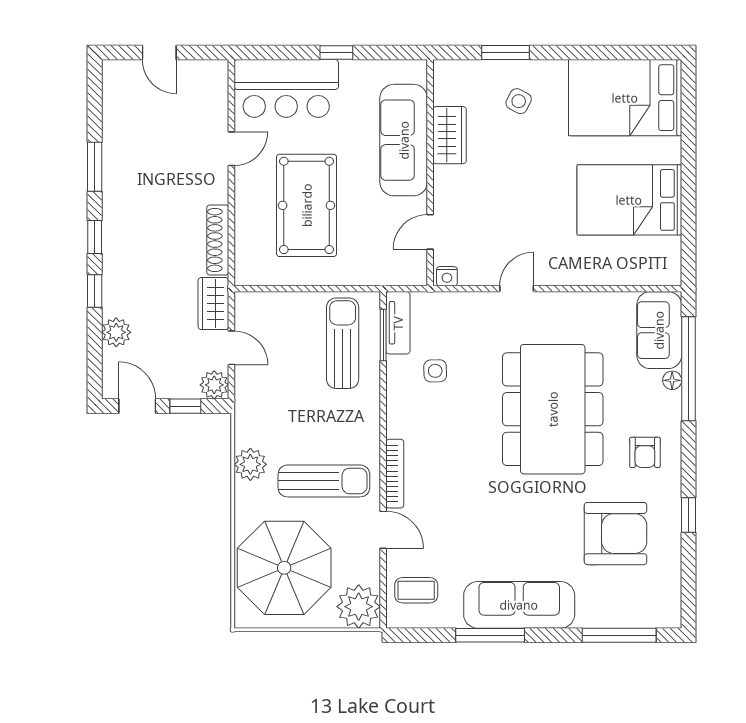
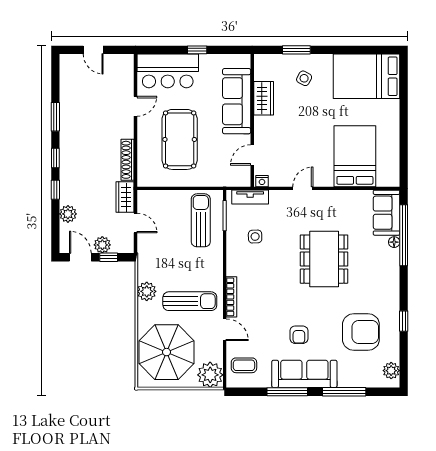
bed: (629, 200) -> (355, 156), moved, turned 90
tv unit: (398, 323) -> (250, 197), moved, turned 90
plant: (214, 385) -> (102, 245), moved
dining table: (553, 409) -> (324, 259), width x0.73, depth x0.80
armchair: (645, 452) -> (299, 335), moved
plant: (667, 599) -> (391, 371), added
window: (619, 635) -> (344, 392), moved

